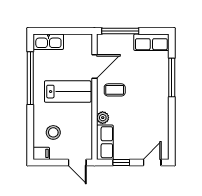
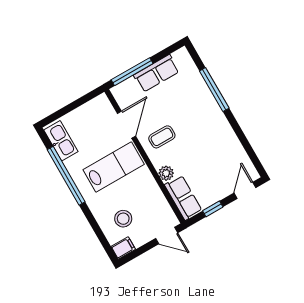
kitchen sink: (48, 42) -> (61, 141), moved, turned -90
row of seats: (151, 42) -> (156, 73), moved

